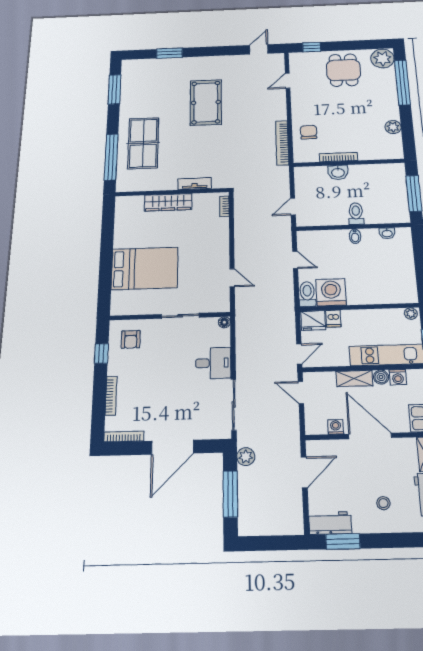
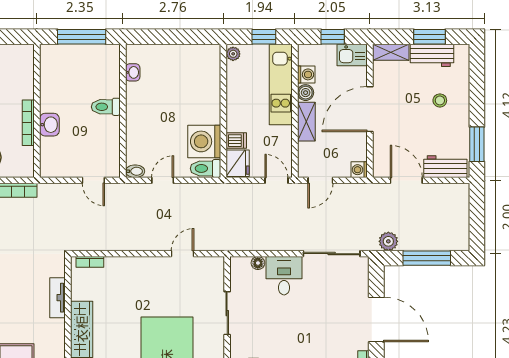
bidet: (355, 236) -> (135, 171), moved
floor lamp: (224, 322) -> (258, 263), moved
washing machine: (336, 427) -> (359, 170), moved
workbench: (330, 523) -> (445, 167), moved, turned 90

